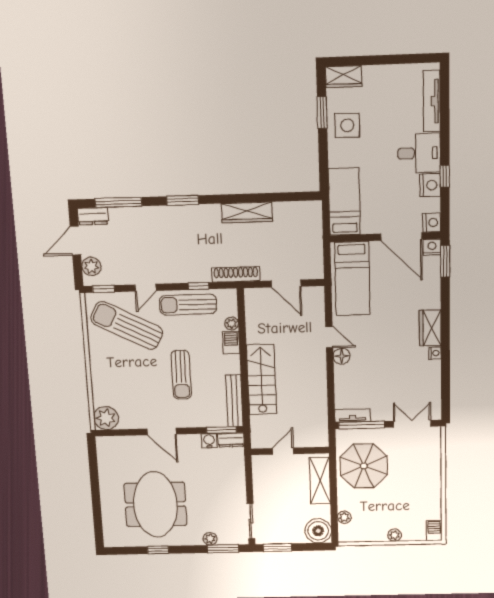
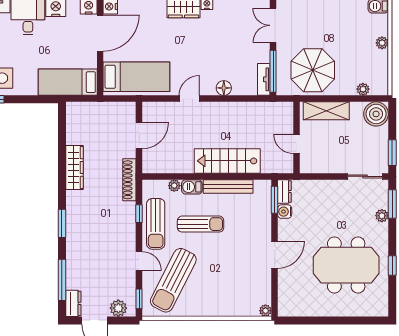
floor lamp: (342, 356) -> (224, 88), moved
sun lounger: (181, 375) -> (201, 224), moved
bench: (234, 401) -> (228, 186), moved
plant: (106, 418) -> (265, 311), width x0.53, depth x0.53

